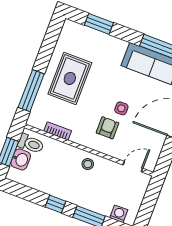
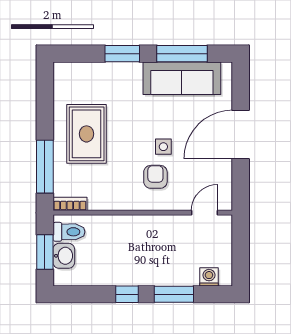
window: (99, 24) -> (122, 54), moved
bookcase: (58, 131) -> (70, 204), moved
stool: (88, 164) -> (148, 230), removed

